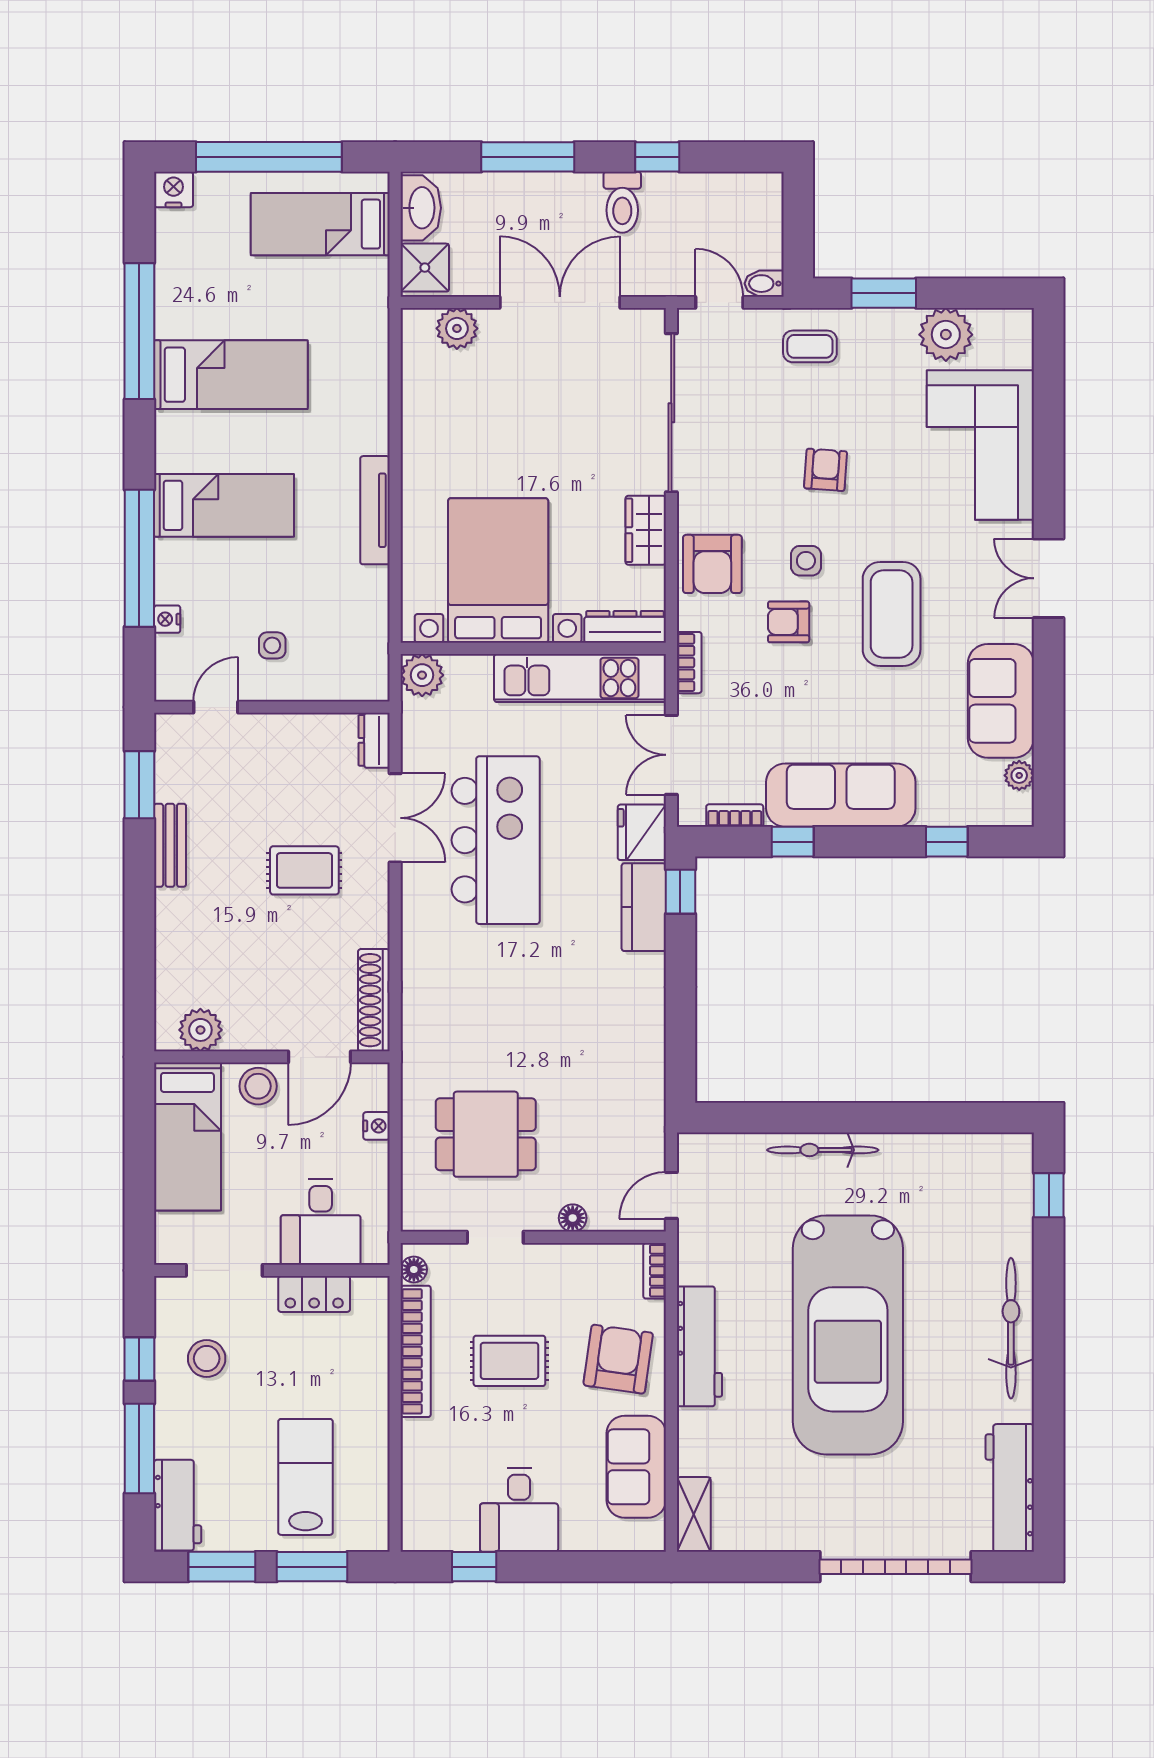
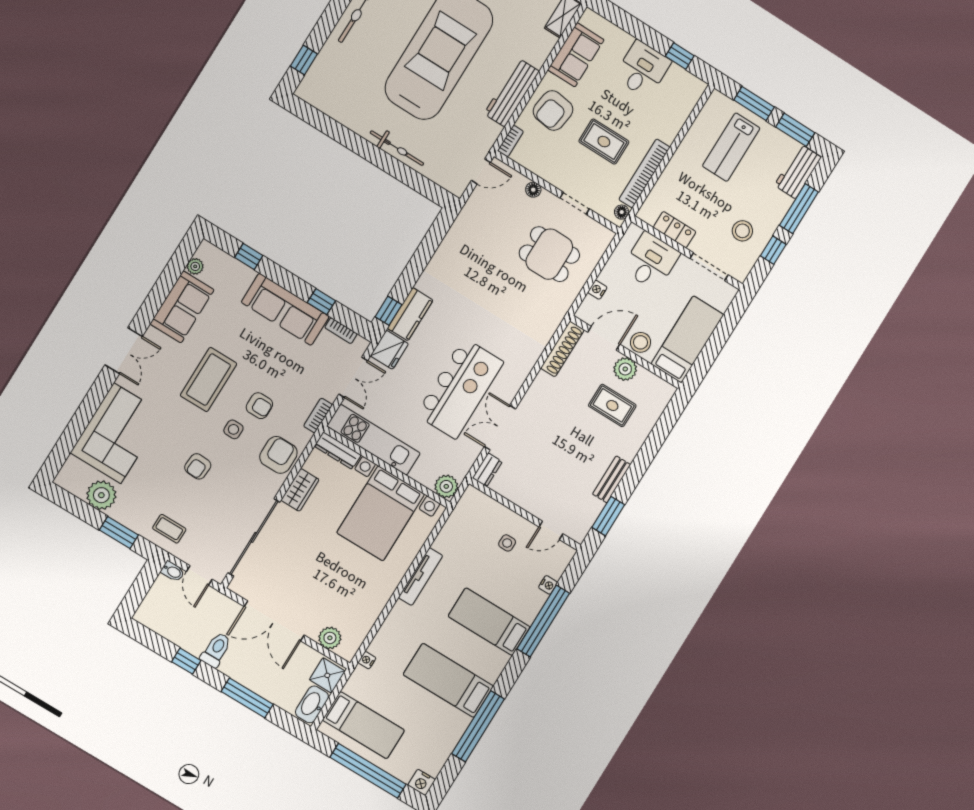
nightstand: (378, 329) -> (367, 660), added
kitchen island: (496, 840) -> (460, 388), turned 180
rug: (304, 870) -> (612, 405), moved
plant: (200, 1030) -> (625, 369), moved

